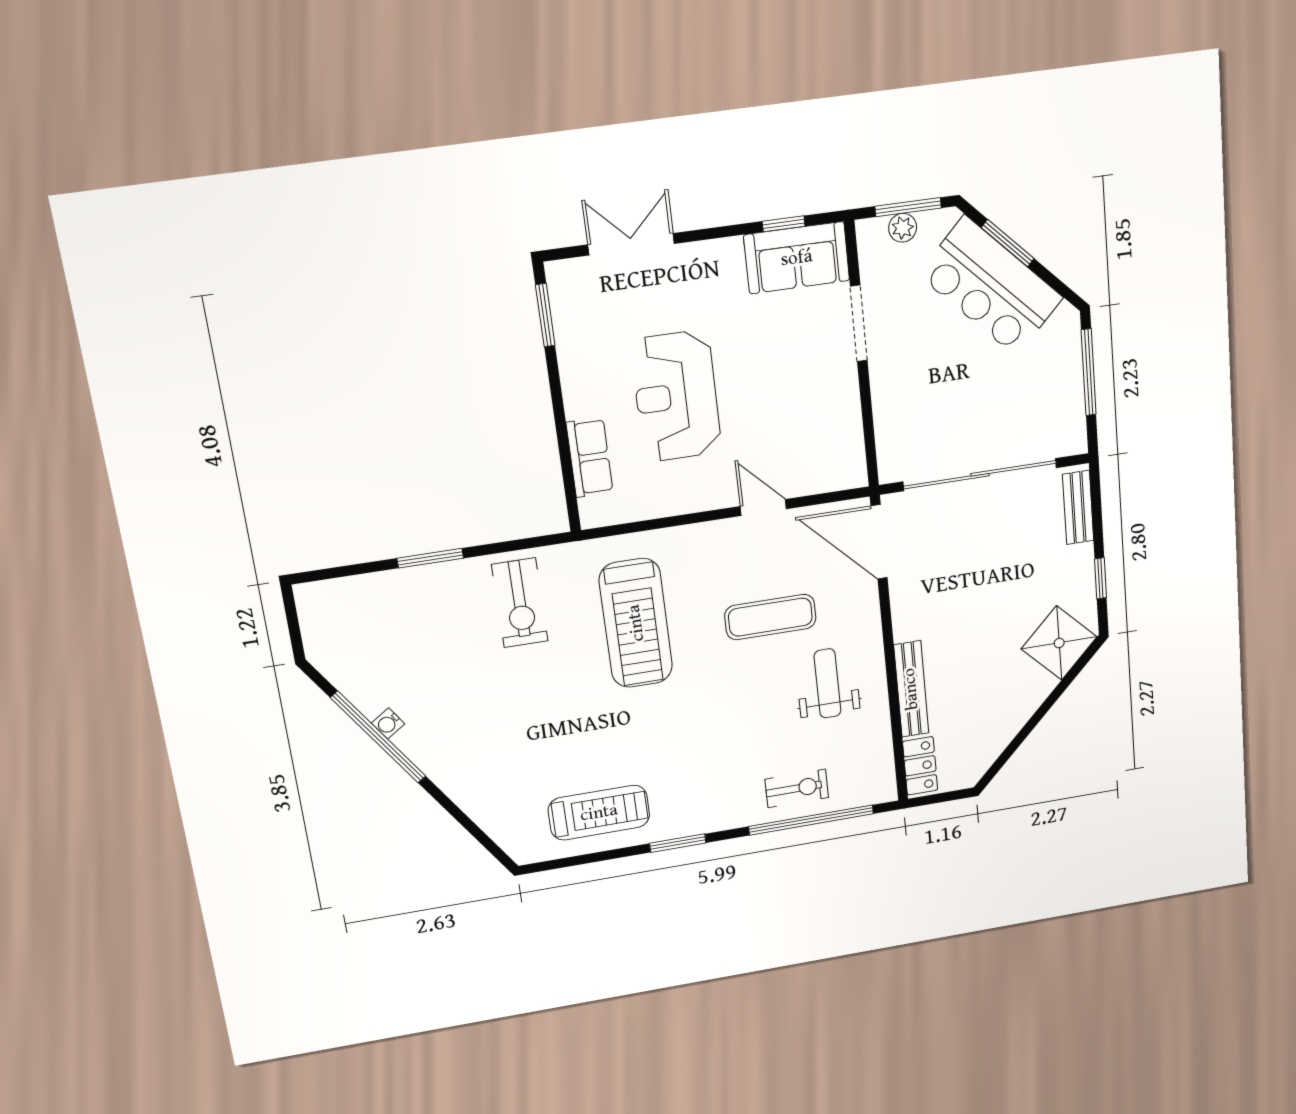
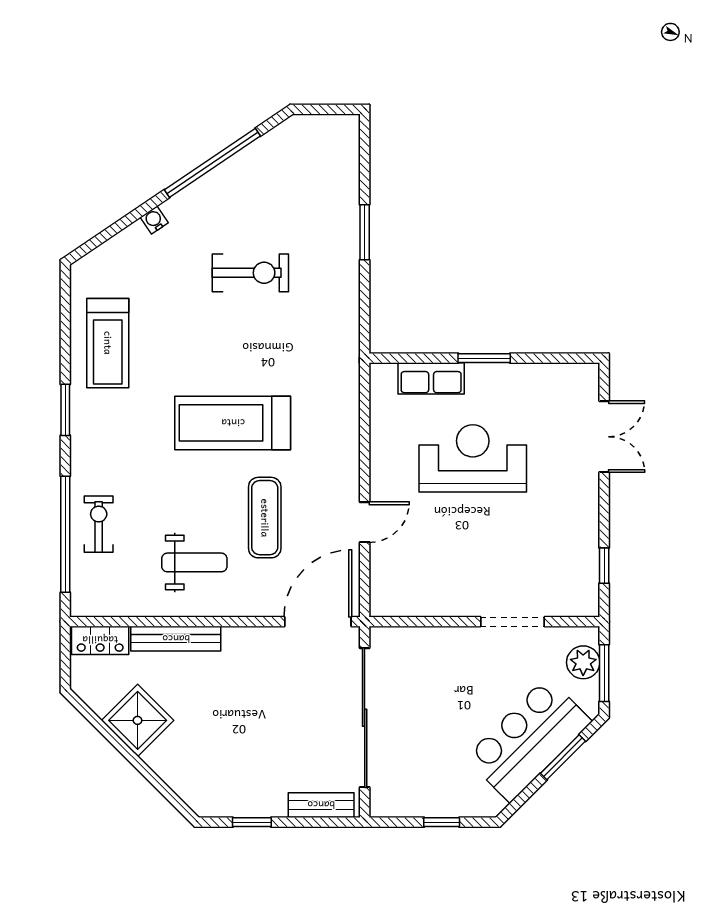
plant: (903, 228) -> (583, 662), width x1.38, depth x1.38
sofa: (797, 258) -> (575, 574), removed
window: (545, 315) -> (484, 358), moved
window: (1089, 372) -> (442, 822), width x0.46
exercise bike: (520, 603) -> (250, 273), moved, turned 180
treadmill: (636, 623) -> (233, 423), moved
shower: (1059, 643) -> (138, 720), moved
water cooler: (388, 723) -> (154, 220), moved
exercise bike: (797, 788) -> (99, 524), turned 180

